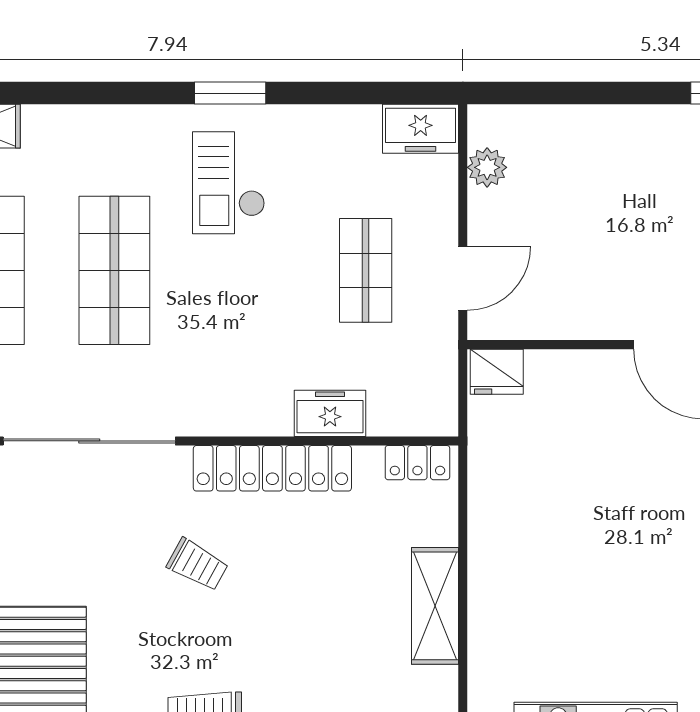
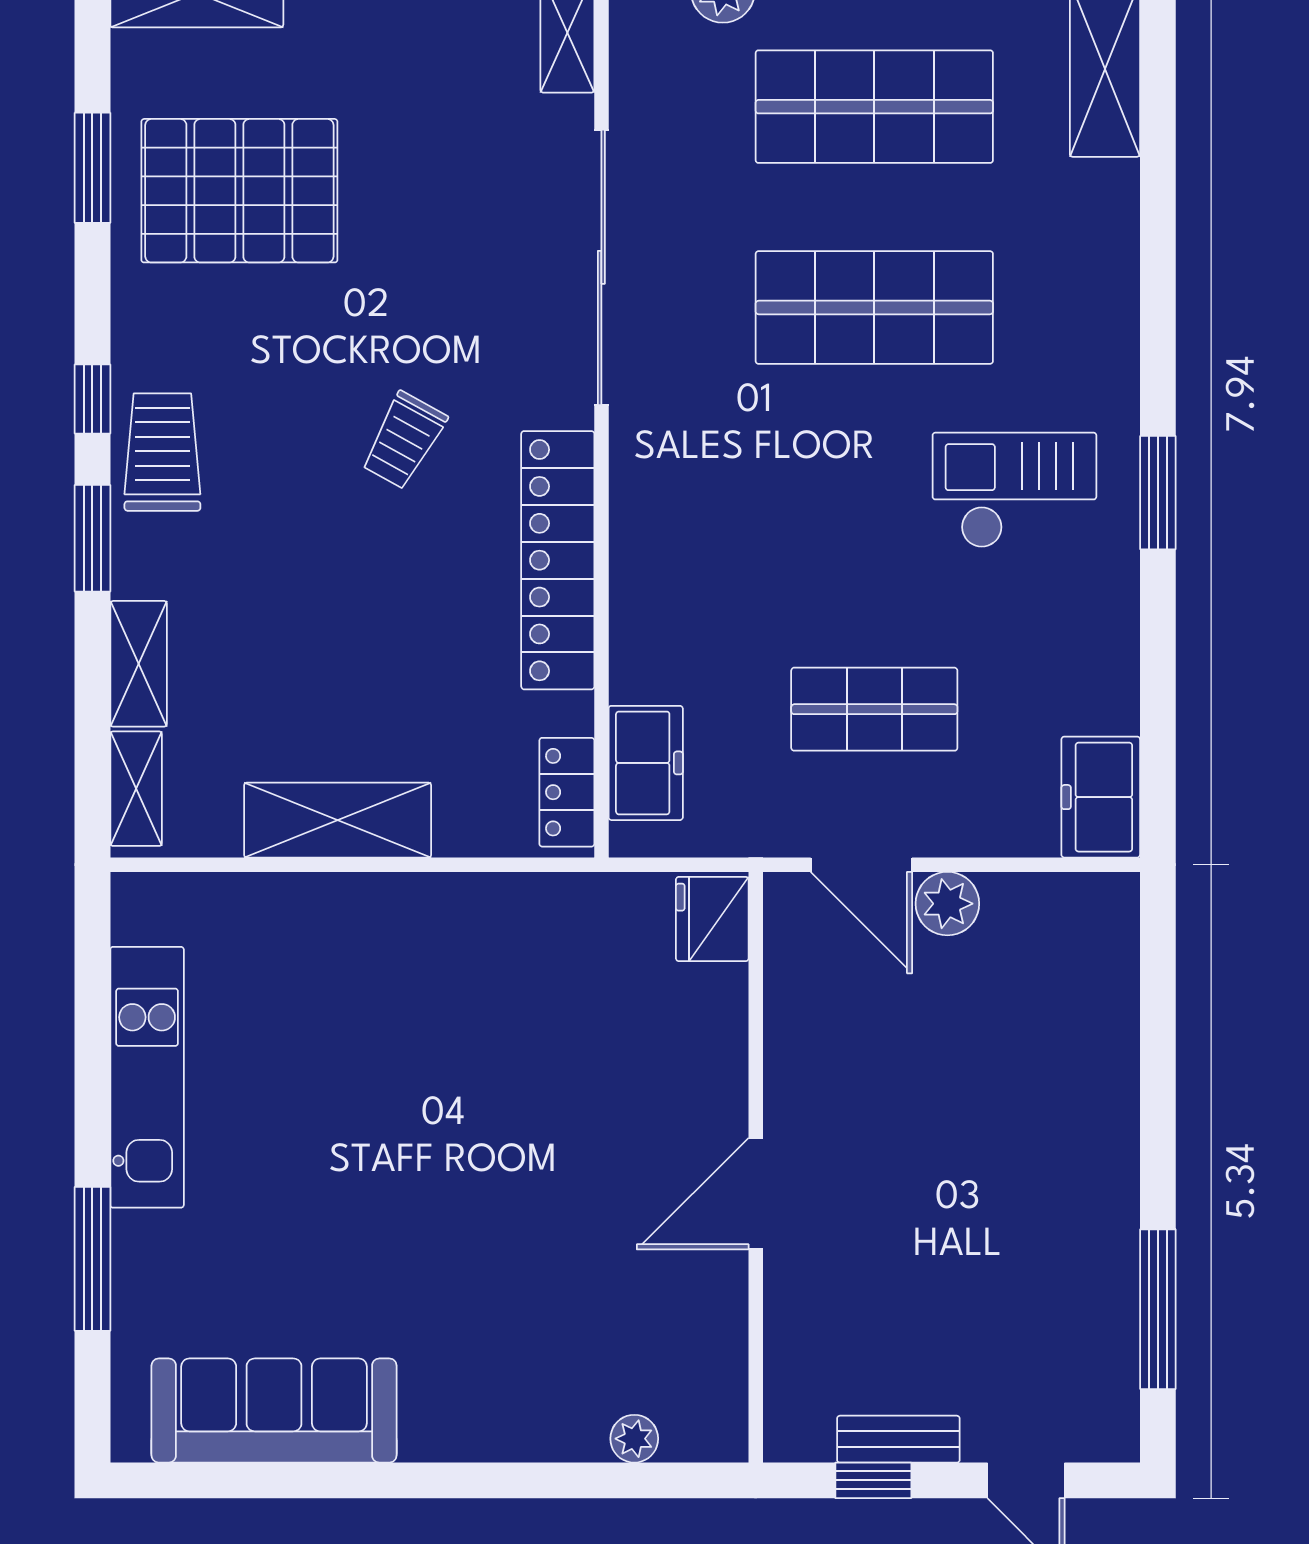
plant: (487, 167) -> (947, 904), moved
freezer: (330, 413) -> (646, 763), moved

